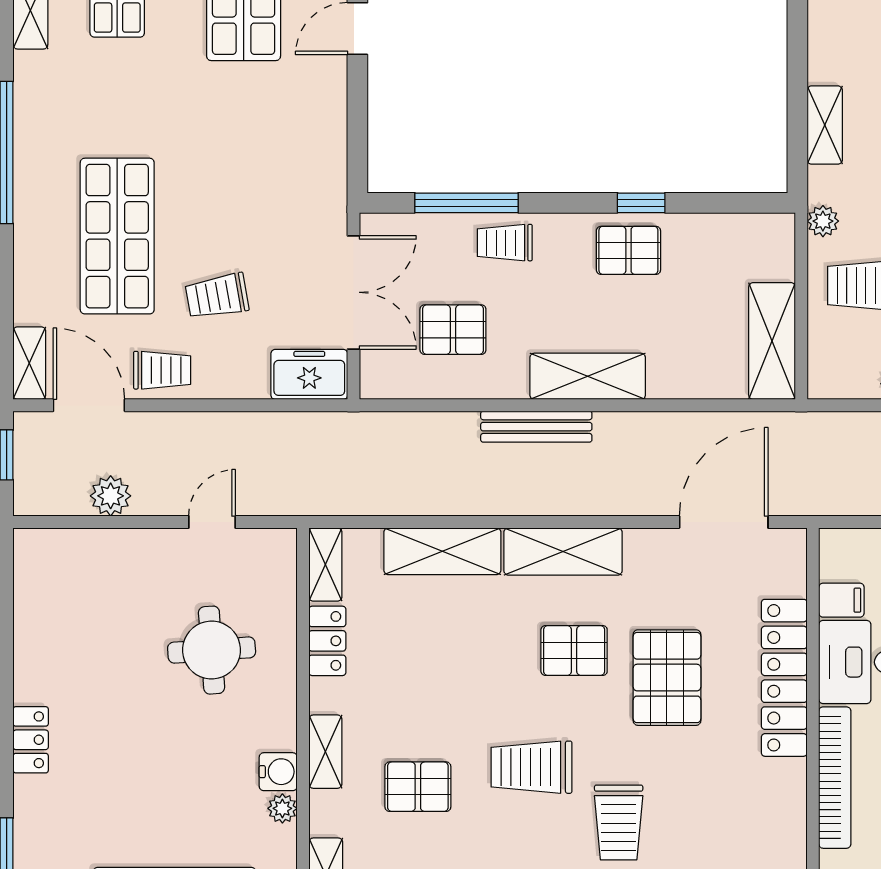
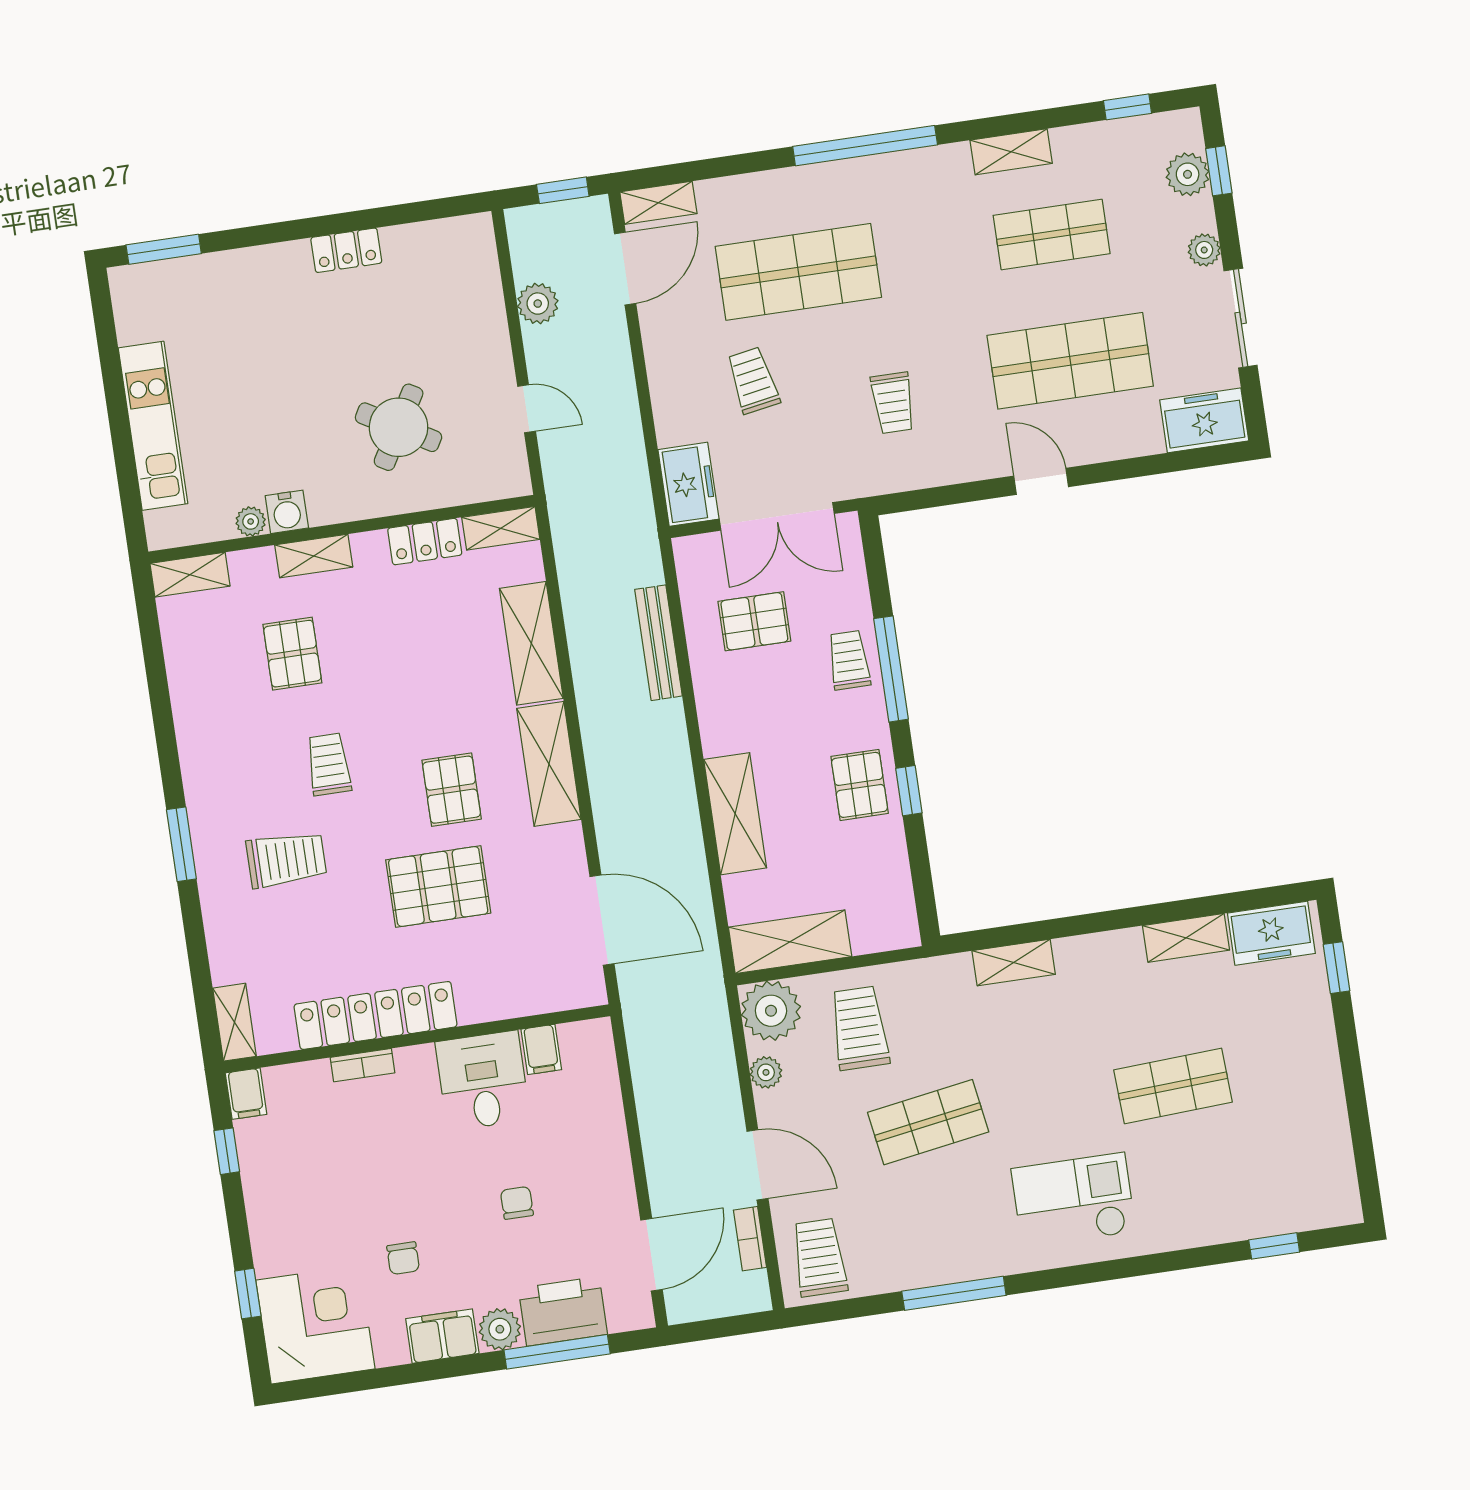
window: (466, 203) -> (891, 669), moved
plant: (823, 221) -> (771, 1011), moved, width x1.88, depth x1.88
pallet: (453, 330) -> (754, 621), turned 90
trolley: (162, 370) -> (893, 403), moved
shelving: (588, 376) -> (735, 814), moved
bench: (536, 427) -> (658, 643), moved
round table: (212, 650) -> (399, 427), turned 34
locker: (784, 678) -> (376, 1015), moved
locker: (31, 740) -> (346, 250), moved
trolley: (532, 767) -> (329, 764), width x0.73, depth x0.72
bookcase: (835, 778) -> (363, 1065), width x0.43, depth x0.76
trolley: (619, 822) -> (286, 860), turned 180

